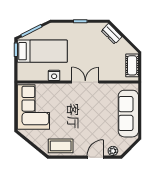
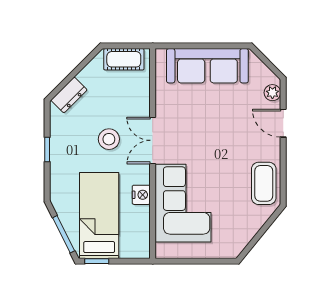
stool: (86, 57) -> (109, 139), added
corner sofa: (33, 107) -> (183, 203), moved, turned 90

